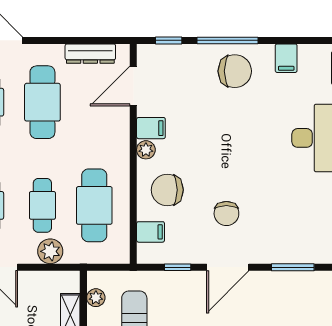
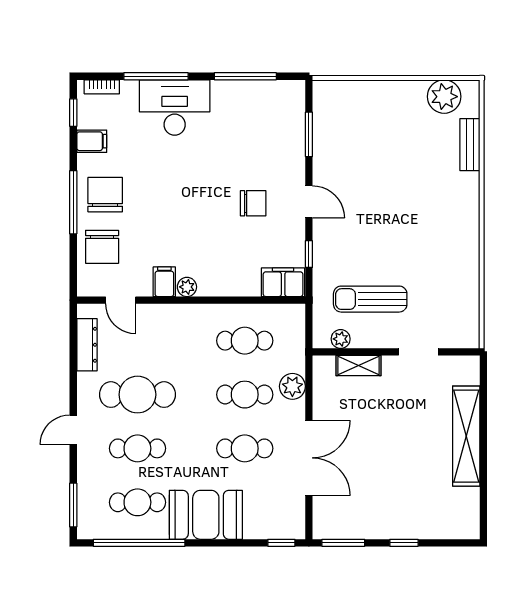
window: (169, 40) -> (73, 113), moved
door: (133, 86) -> (121, 300), width x0.73
chair: (167, 190) -> (102, 247), moved
cafe table: (94, 205) -> (245, 341), width x0.73, depth x0.74
filing cabinet: (151, 232) -> (283, 282), width x2.00
door: (228, 267) -> (309, 202), width x0.73

